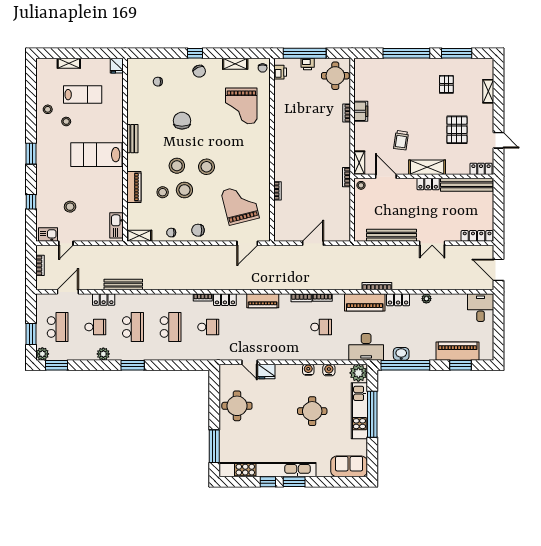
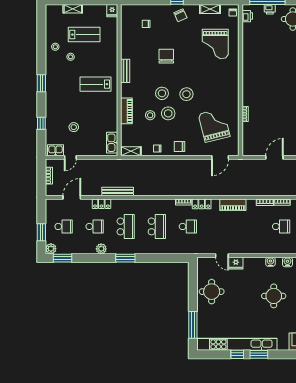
lab bench: (96, 155) -> (95, 84), width x0.73, depth x0.72
school desk: (58, 327) -> (64, 226), width x0.54

